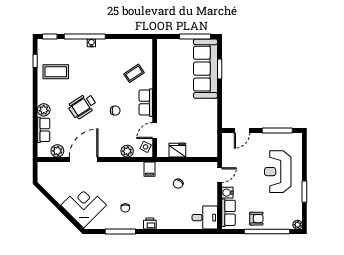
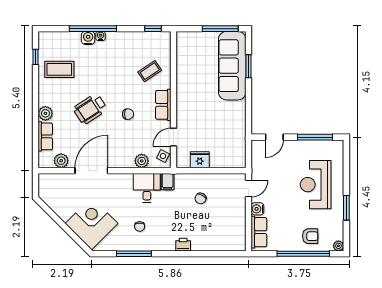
window: (50, 36) -> (153, 29), moved
water cooler: (81, 45) -> (88, 38), added
desk: (205, 218) -> (147, 188), moved, turned -90
armchair: (256, 219) -> (310, 236), moved
printer: (150, 224) -> (183, 245), moved

